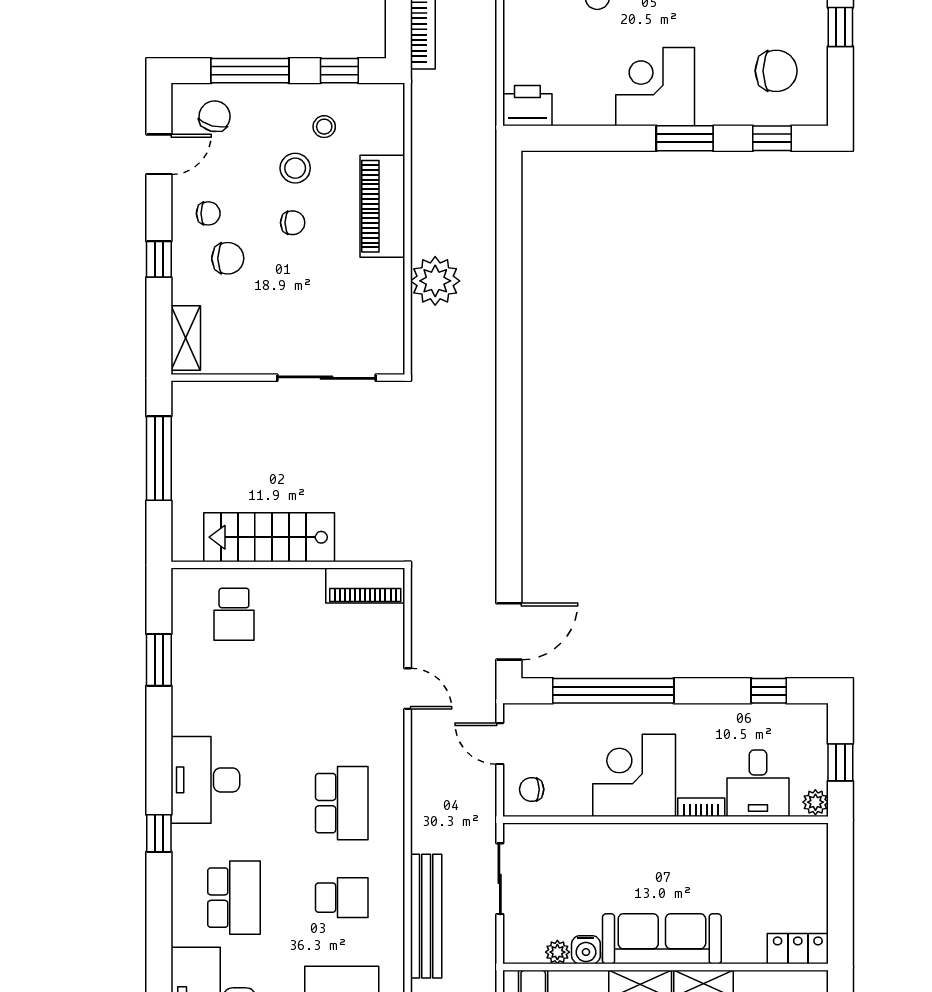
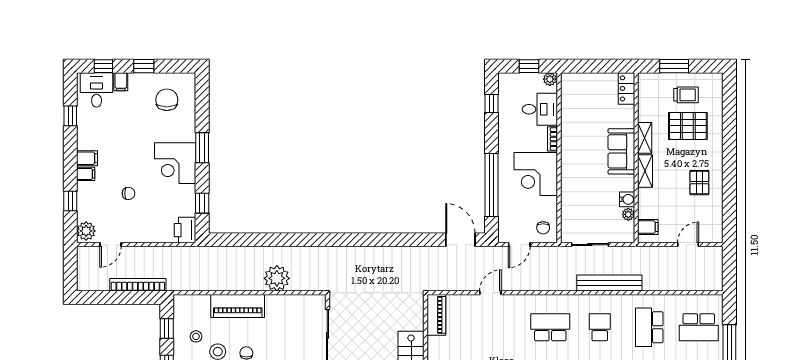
window: (772, 138) -> (202, 203), moved
sofa: (662, 939) -> (621, 151), width x0.73

